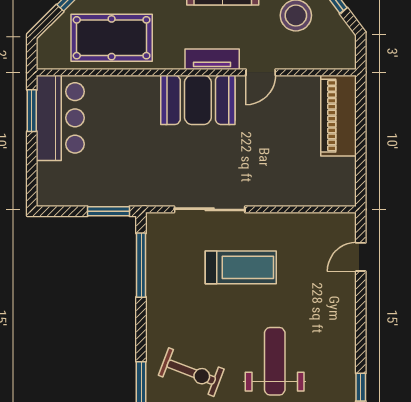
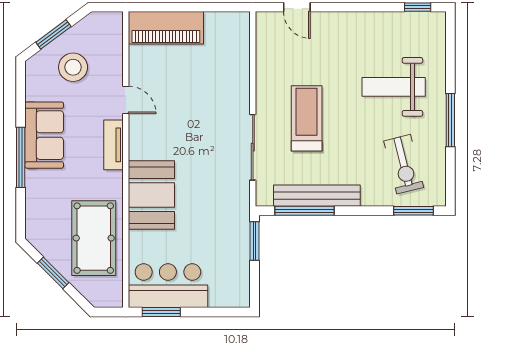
booth: (198, 100) -> (151, 195), moved
bench: (157, 278) -> (317, 196), added
exercise bike: (191, 372) -> (404, 164), turned 145

